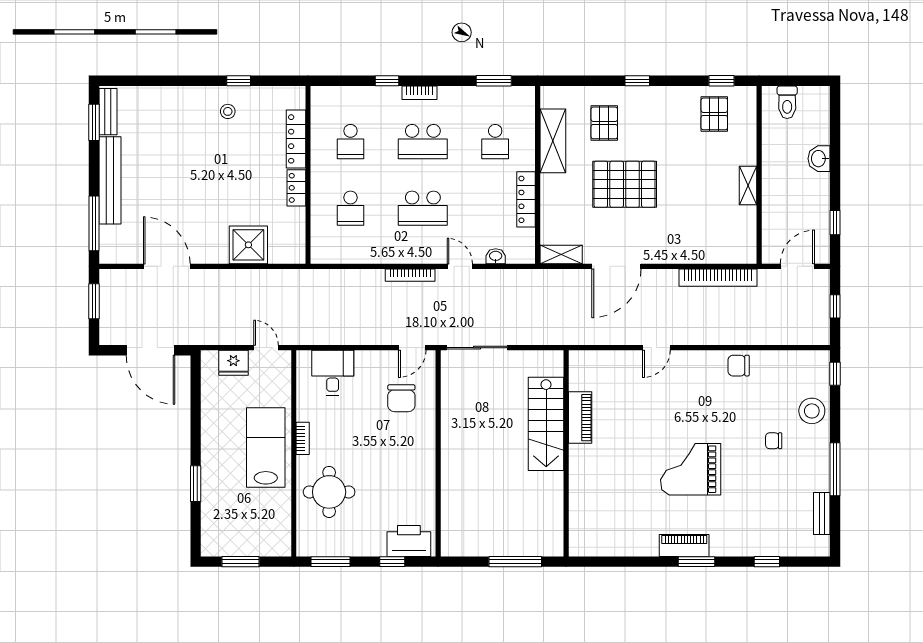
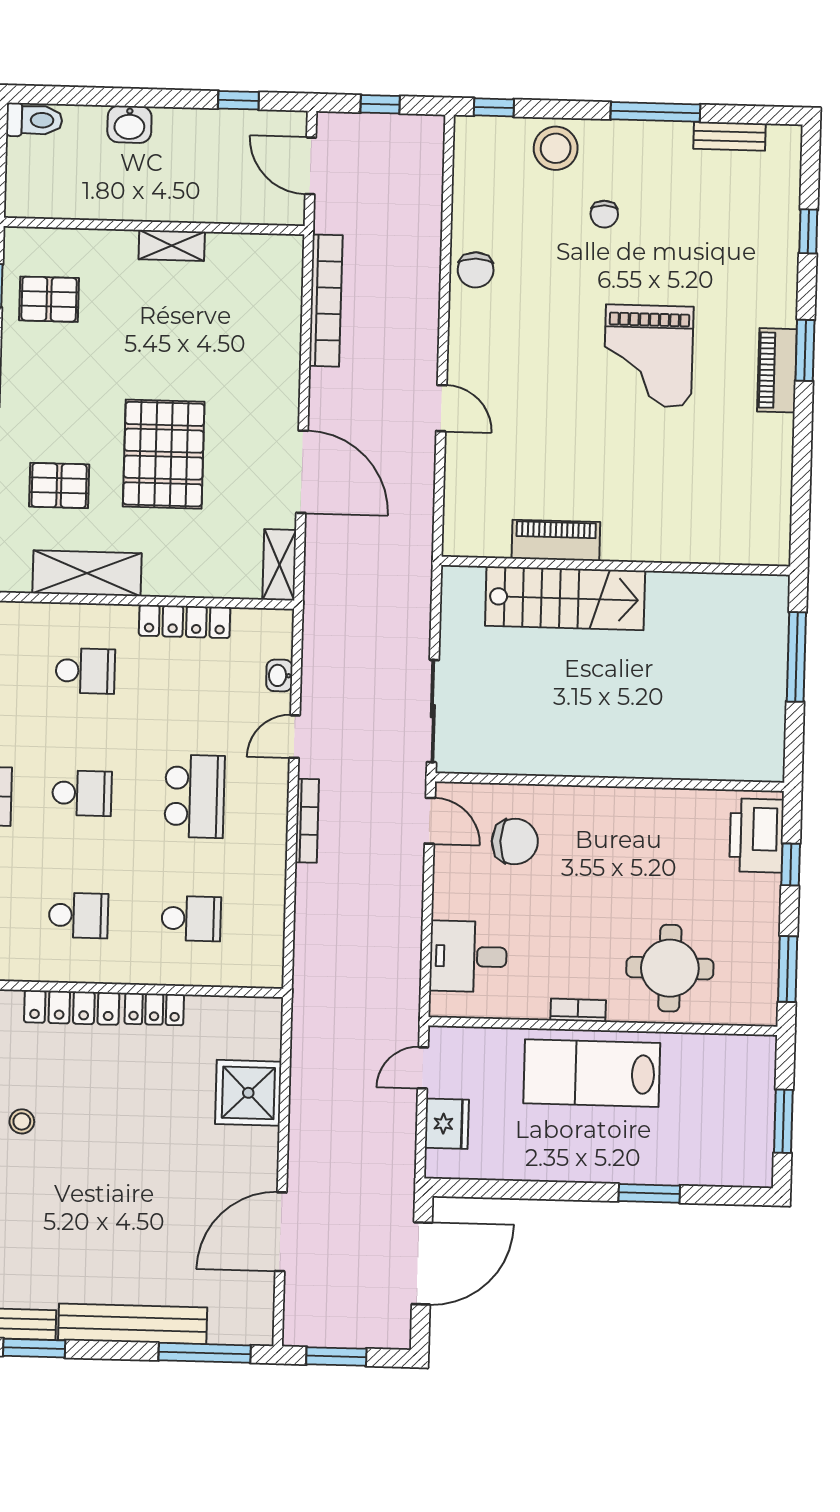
toilet: (787, 102) -> (34, 120), moved
school desk: (423, 142) -> (82, 793), width x0.54

